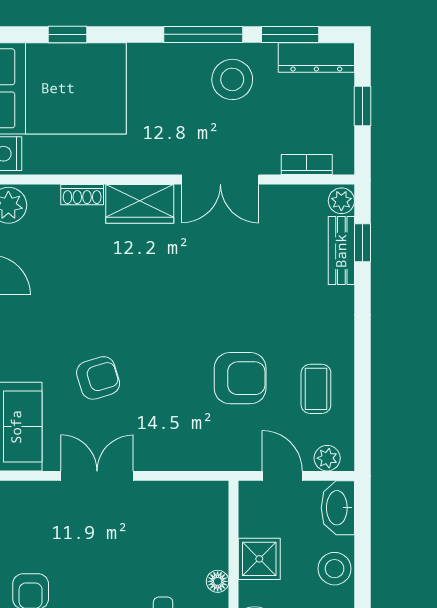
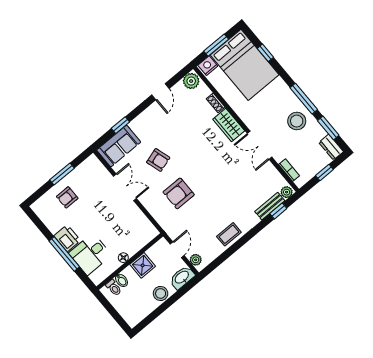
dresser: (316, 57) -> (331, 147), width x0.70
armchair: (240, 378) -> (179, 193), moved, turned 90
coffee table: (316, 389) -> (229, 234), moved

